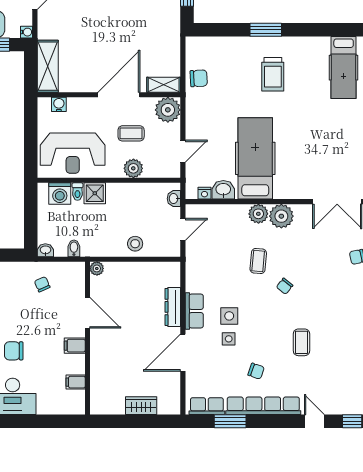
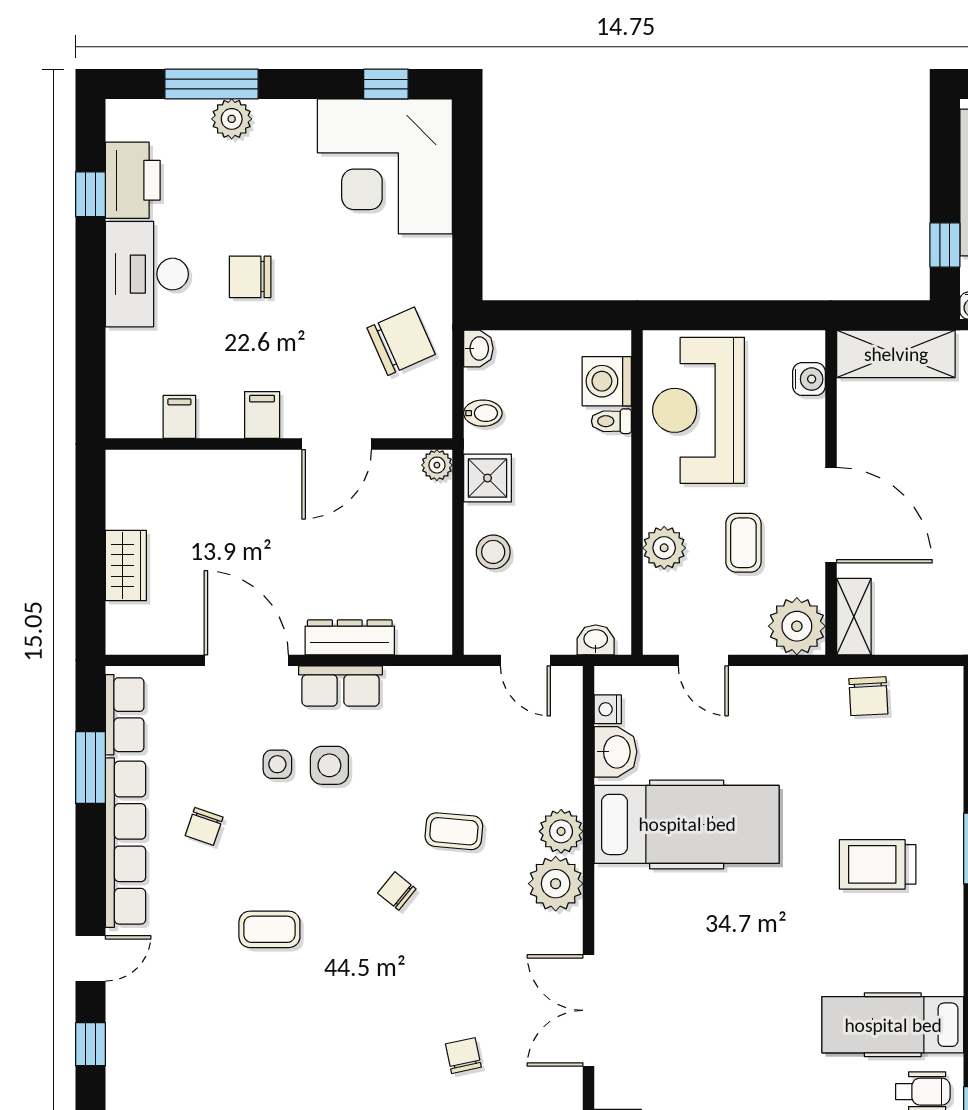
shower: (95, 193) -> (488, 478), moved
chair: (42, 284) -> (401, 341), width x1.87, depth x1.87
chair: (14, 351) -> (250, 277), turned -90

